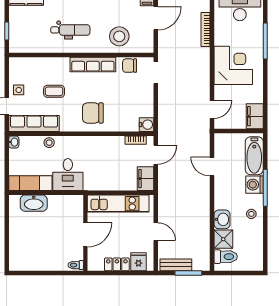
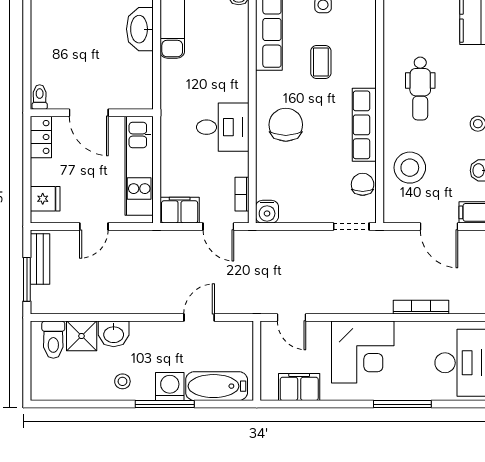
filing cabinet: (255, 116) -> (299, 387), moved
stool: (49, 143) -> (238, 54), removed
desk: (68, 175) -> (223, 127), moved, turned 180
locker: (117, 264) -> (41, 137), moved

